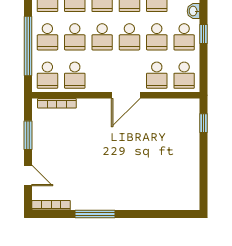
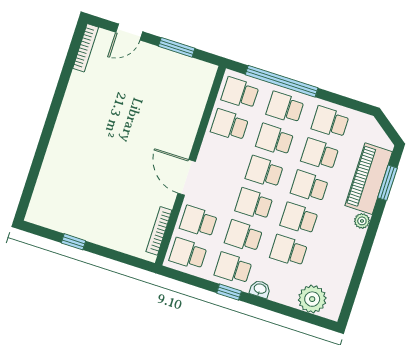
bookcase: (57, 103) -> (159, 231), moved
window: (203, 123) -> (73, 242), moved
window: (95, 214) -> (59, 96), removed

